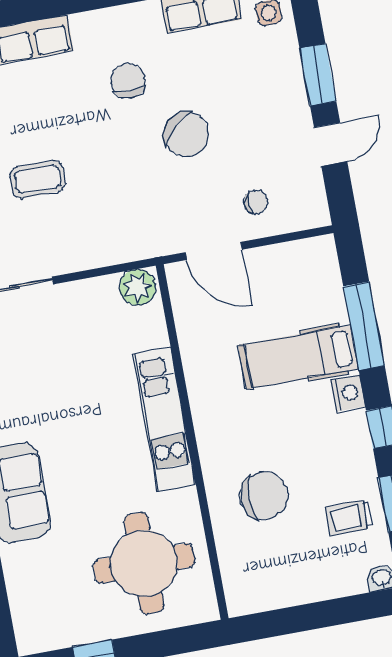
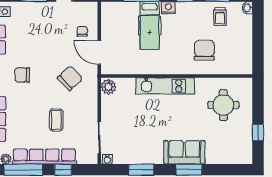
chair: (186, 134) -> (70, 78), moved
door: (214, 251) -> (99, 52), swing flipped
round table: (144, 563) -> (223, 105), width x0.73, depth x0.73

